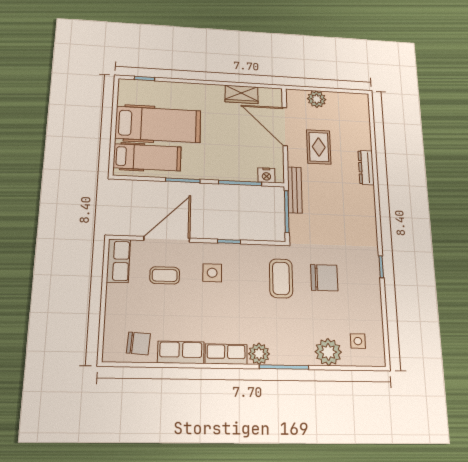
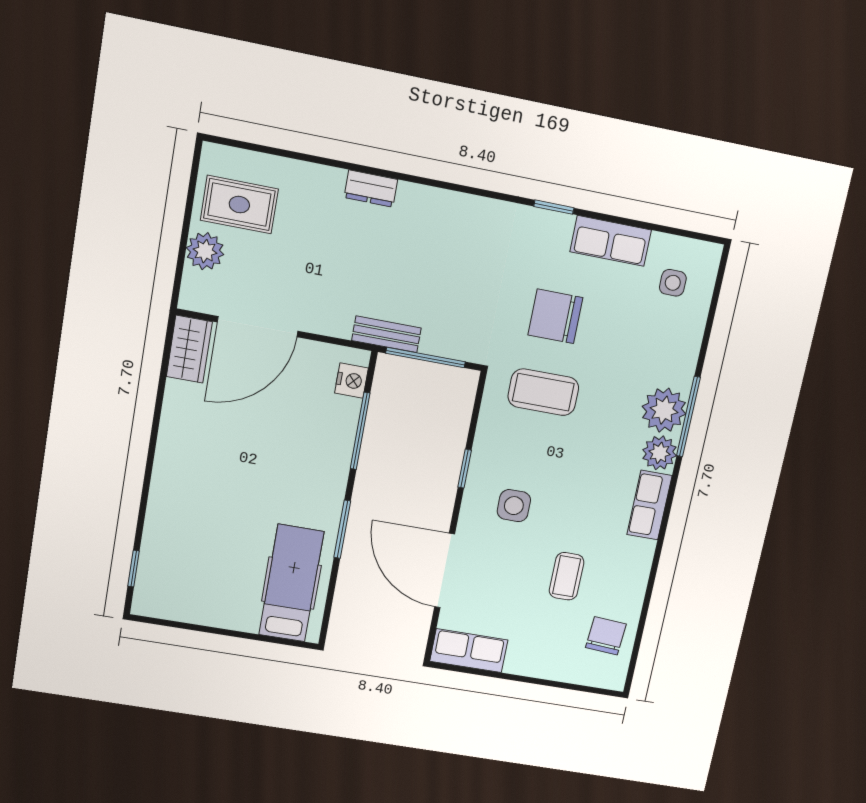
wardrobe: (241, 94) -> (189, 349), moved
hospital bed: (158, 125) -> (230, 557), removed
rug: (319, 147) -> (239, 205), moved
dresser: (366, 168) -> (371, 189), width x0.70
bench: (295, 190) -> (386, 334), width x0.73
coffee table: (165, 275) -> (567, 576), moved
chair: (324, 278) -> (555, 316), turned -90
row of seats: (181, 352) -> (611, 241), moved, turned -90
plant: (328, 352) -> (664, 410), moved

